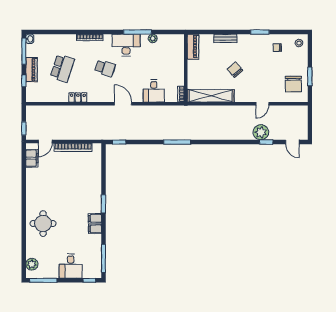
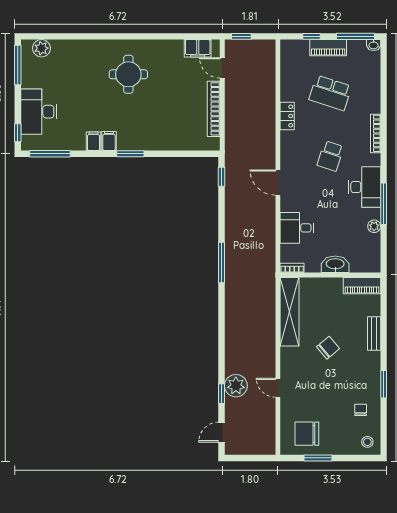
washbasin: (178, 65) -> (335, 264), added
door: (123, 104) -> (278, 183), swing flipped
round table: (43, 224) -> (128, 74), moved
desk: (71, 266) -> (39, 112), width x1.37

